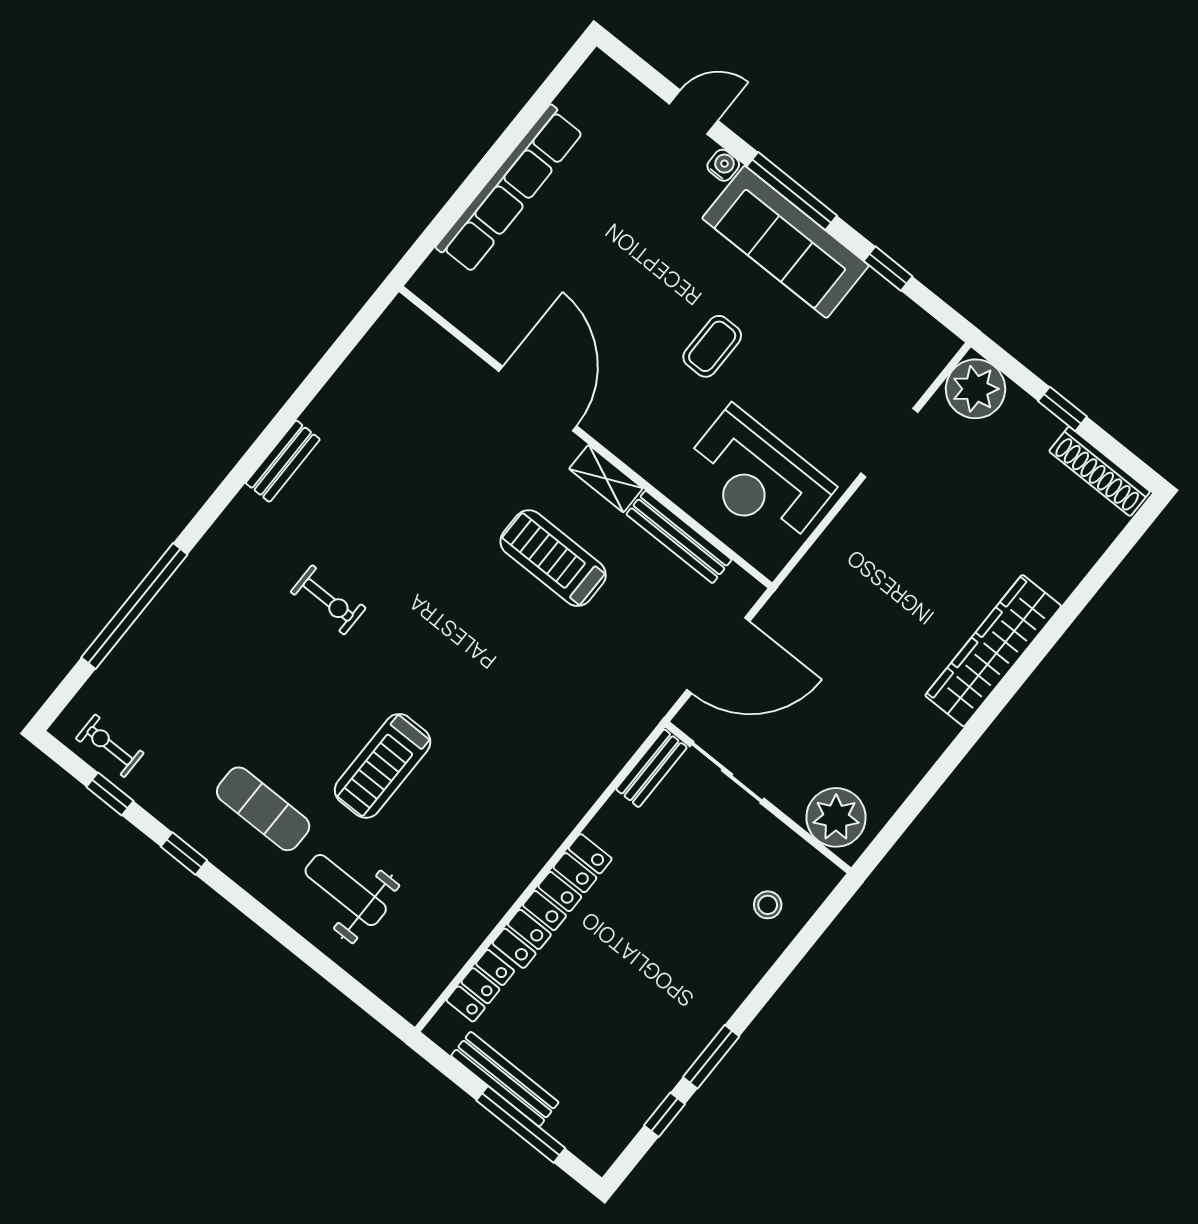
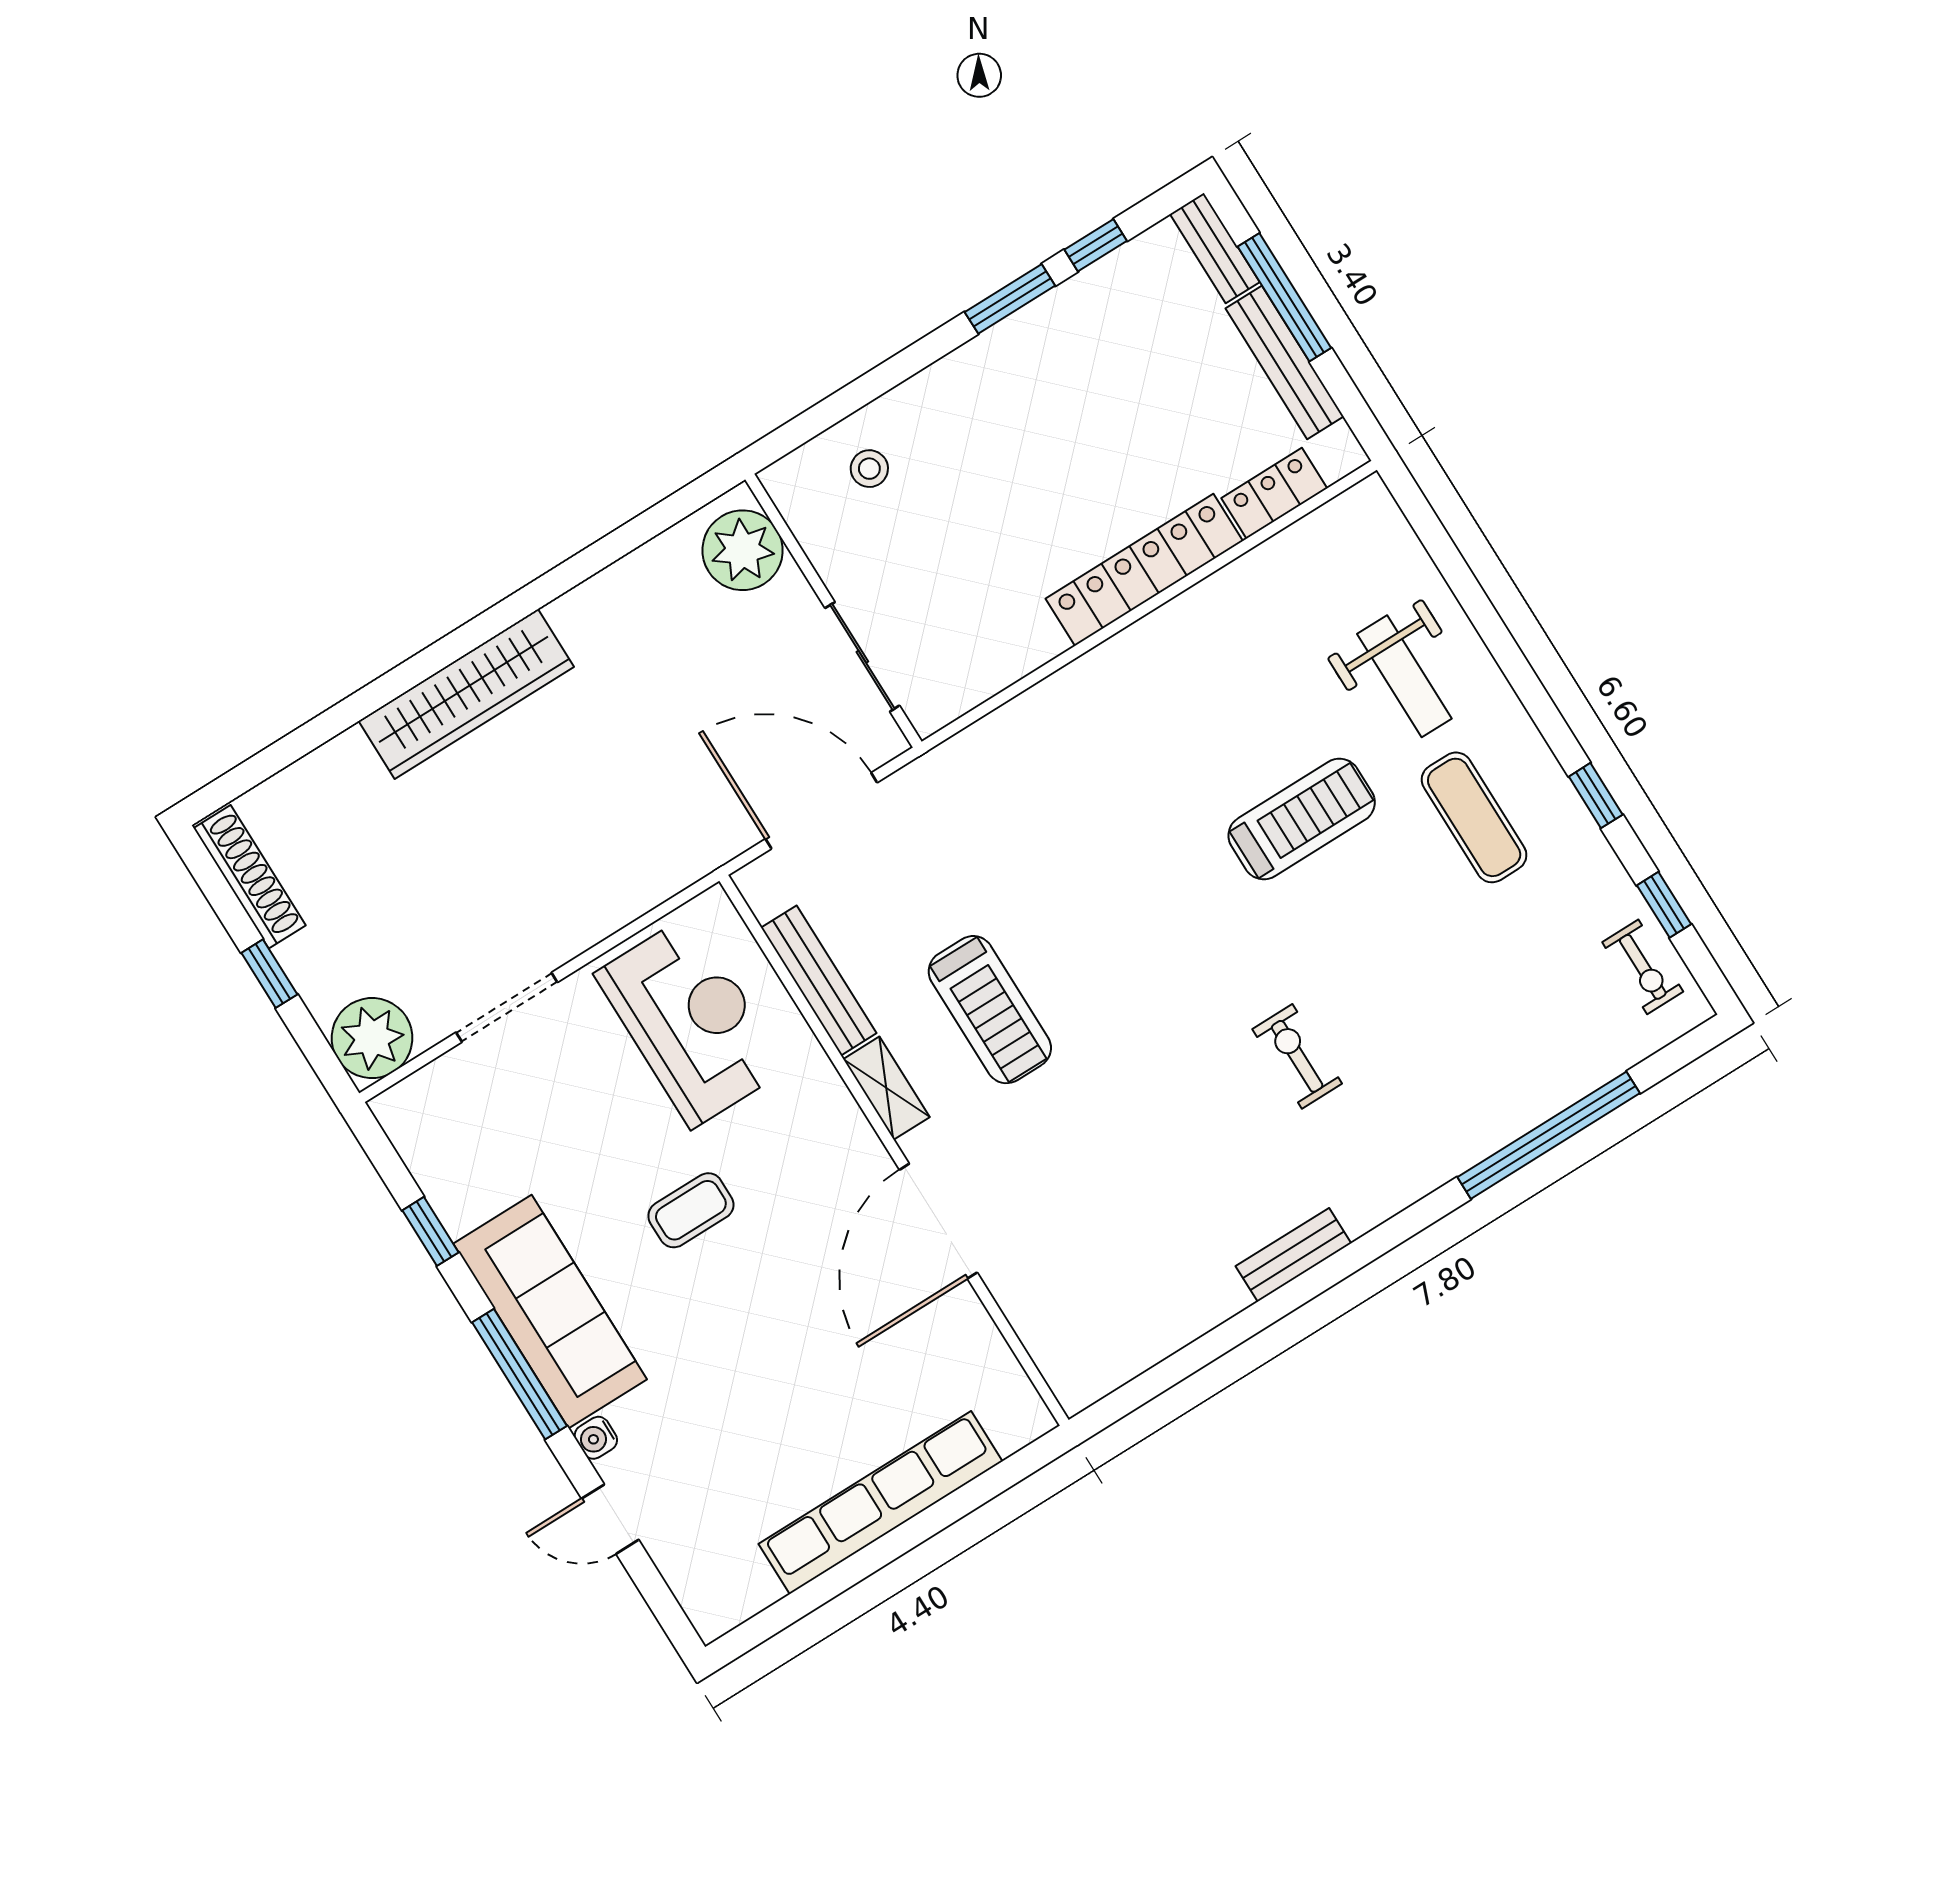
bench: (651, 768) -> (1215, 248), moved, turned 90

